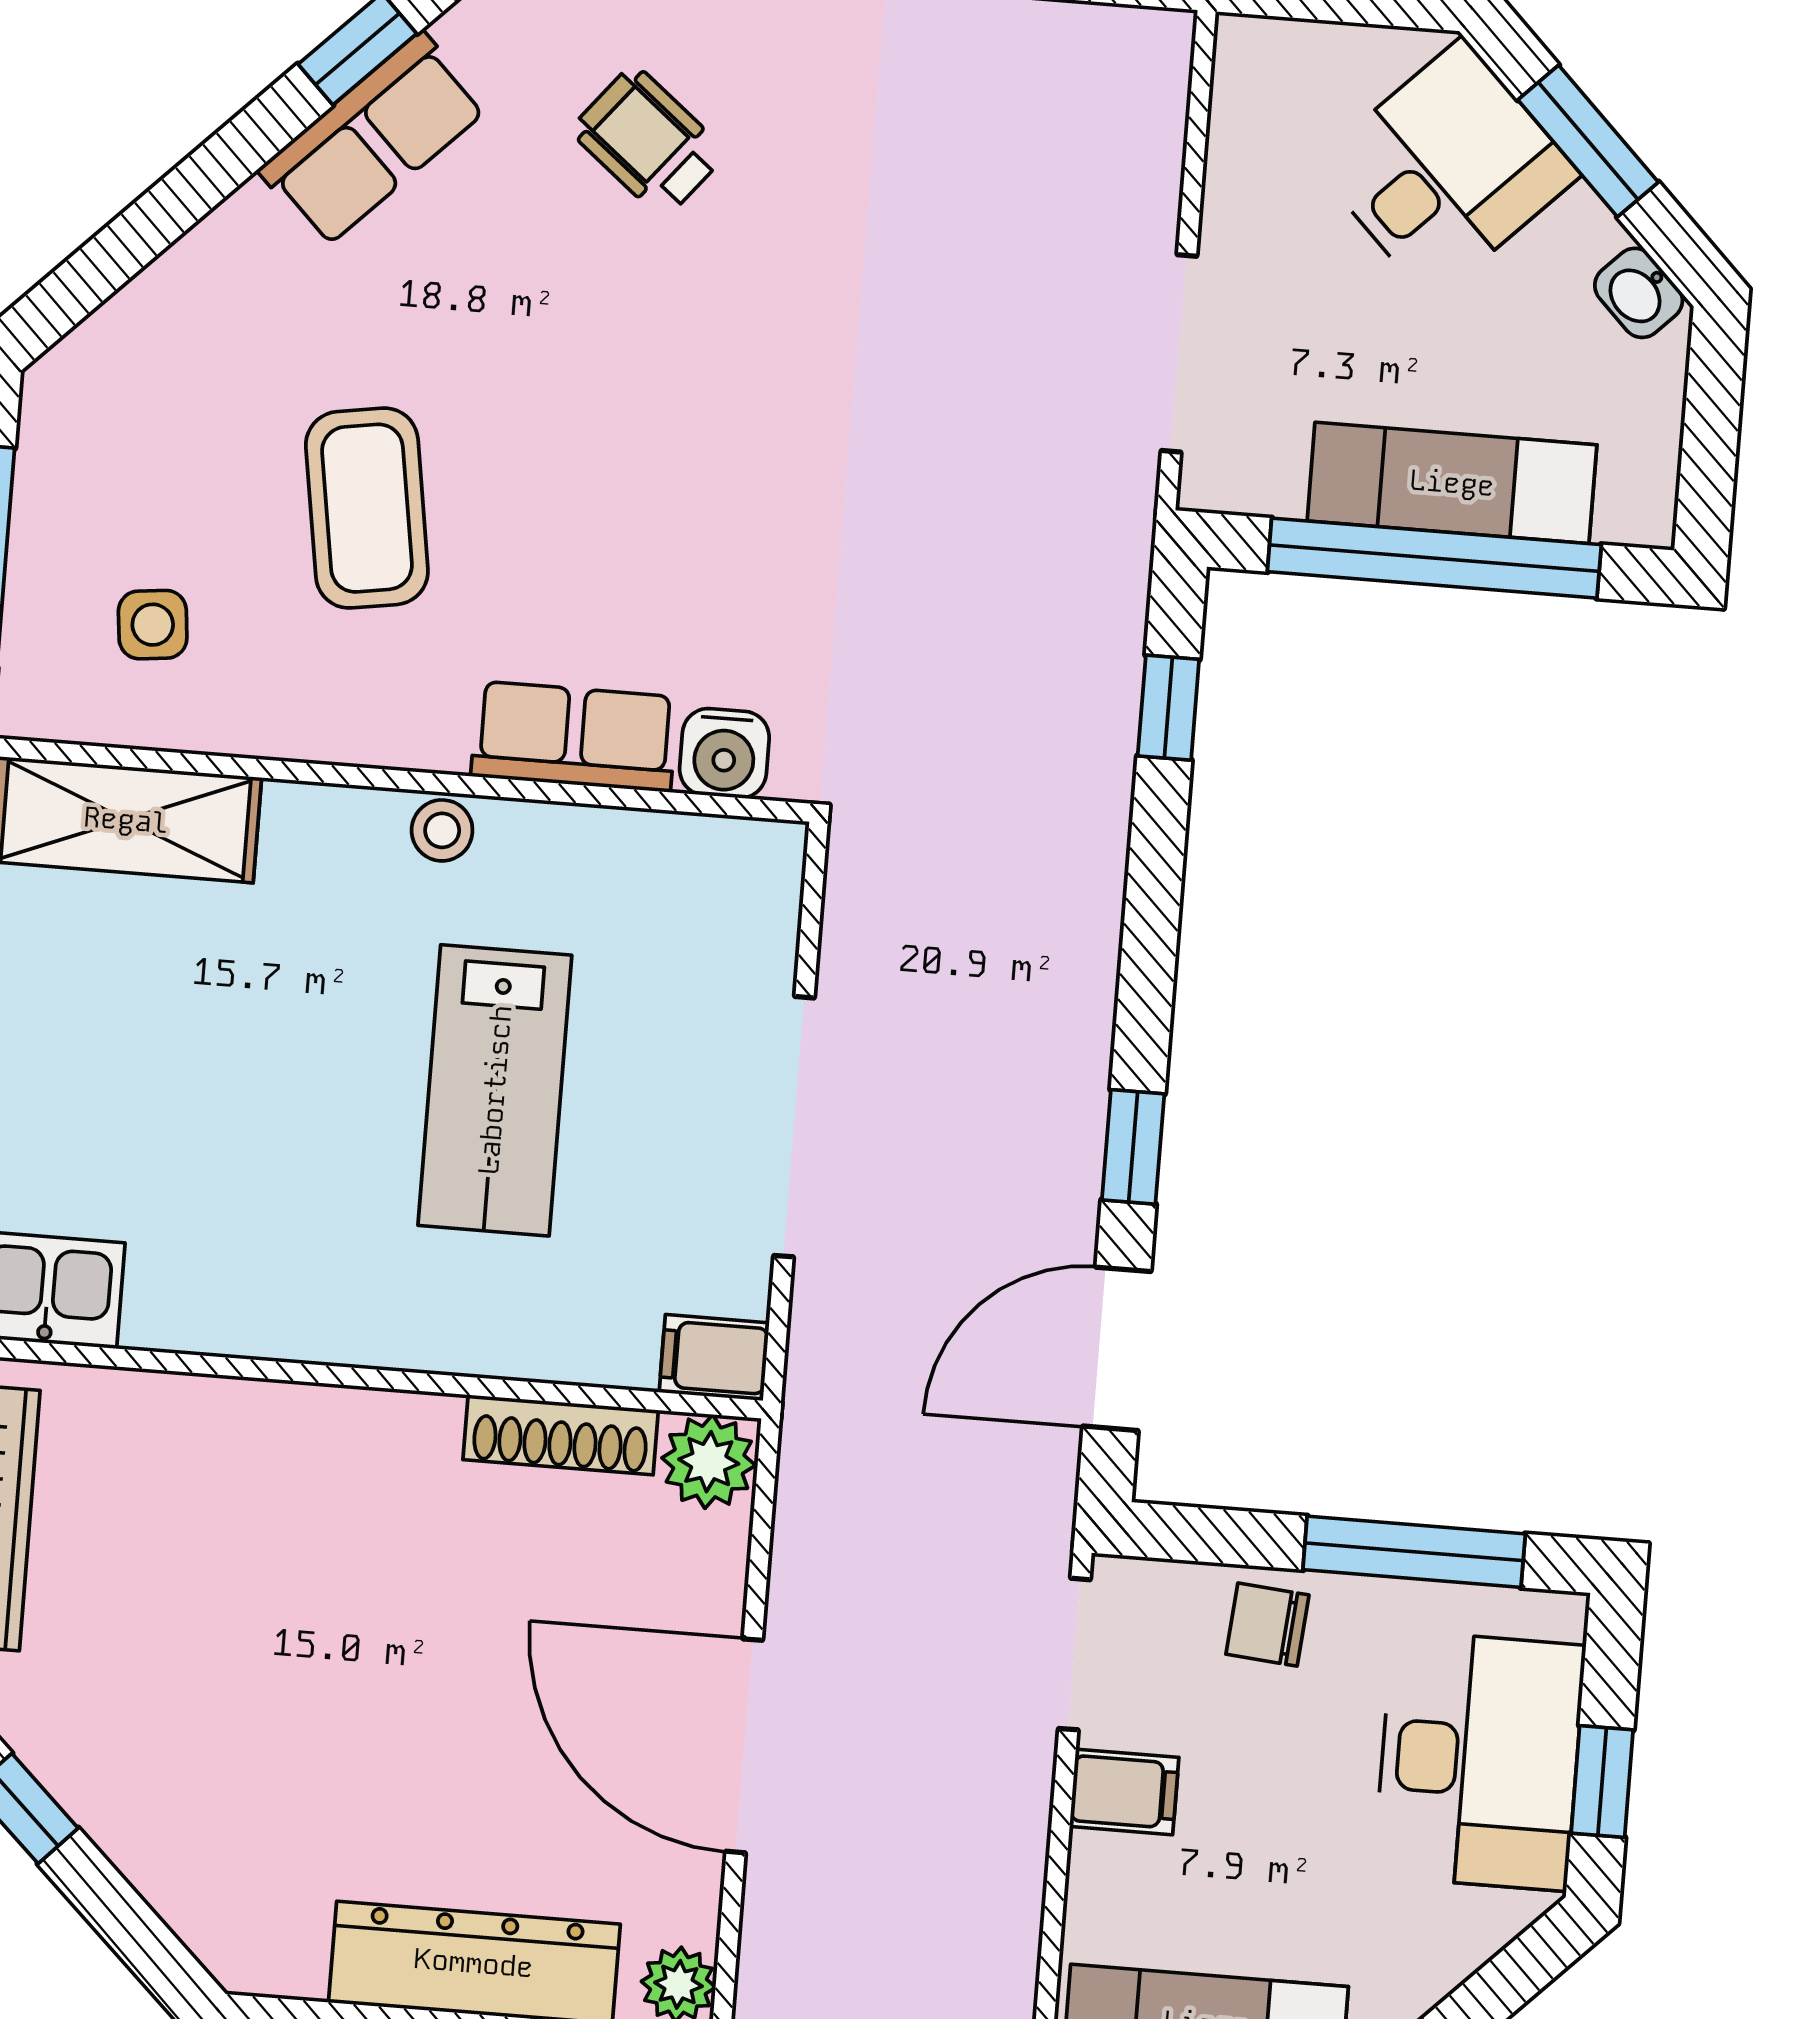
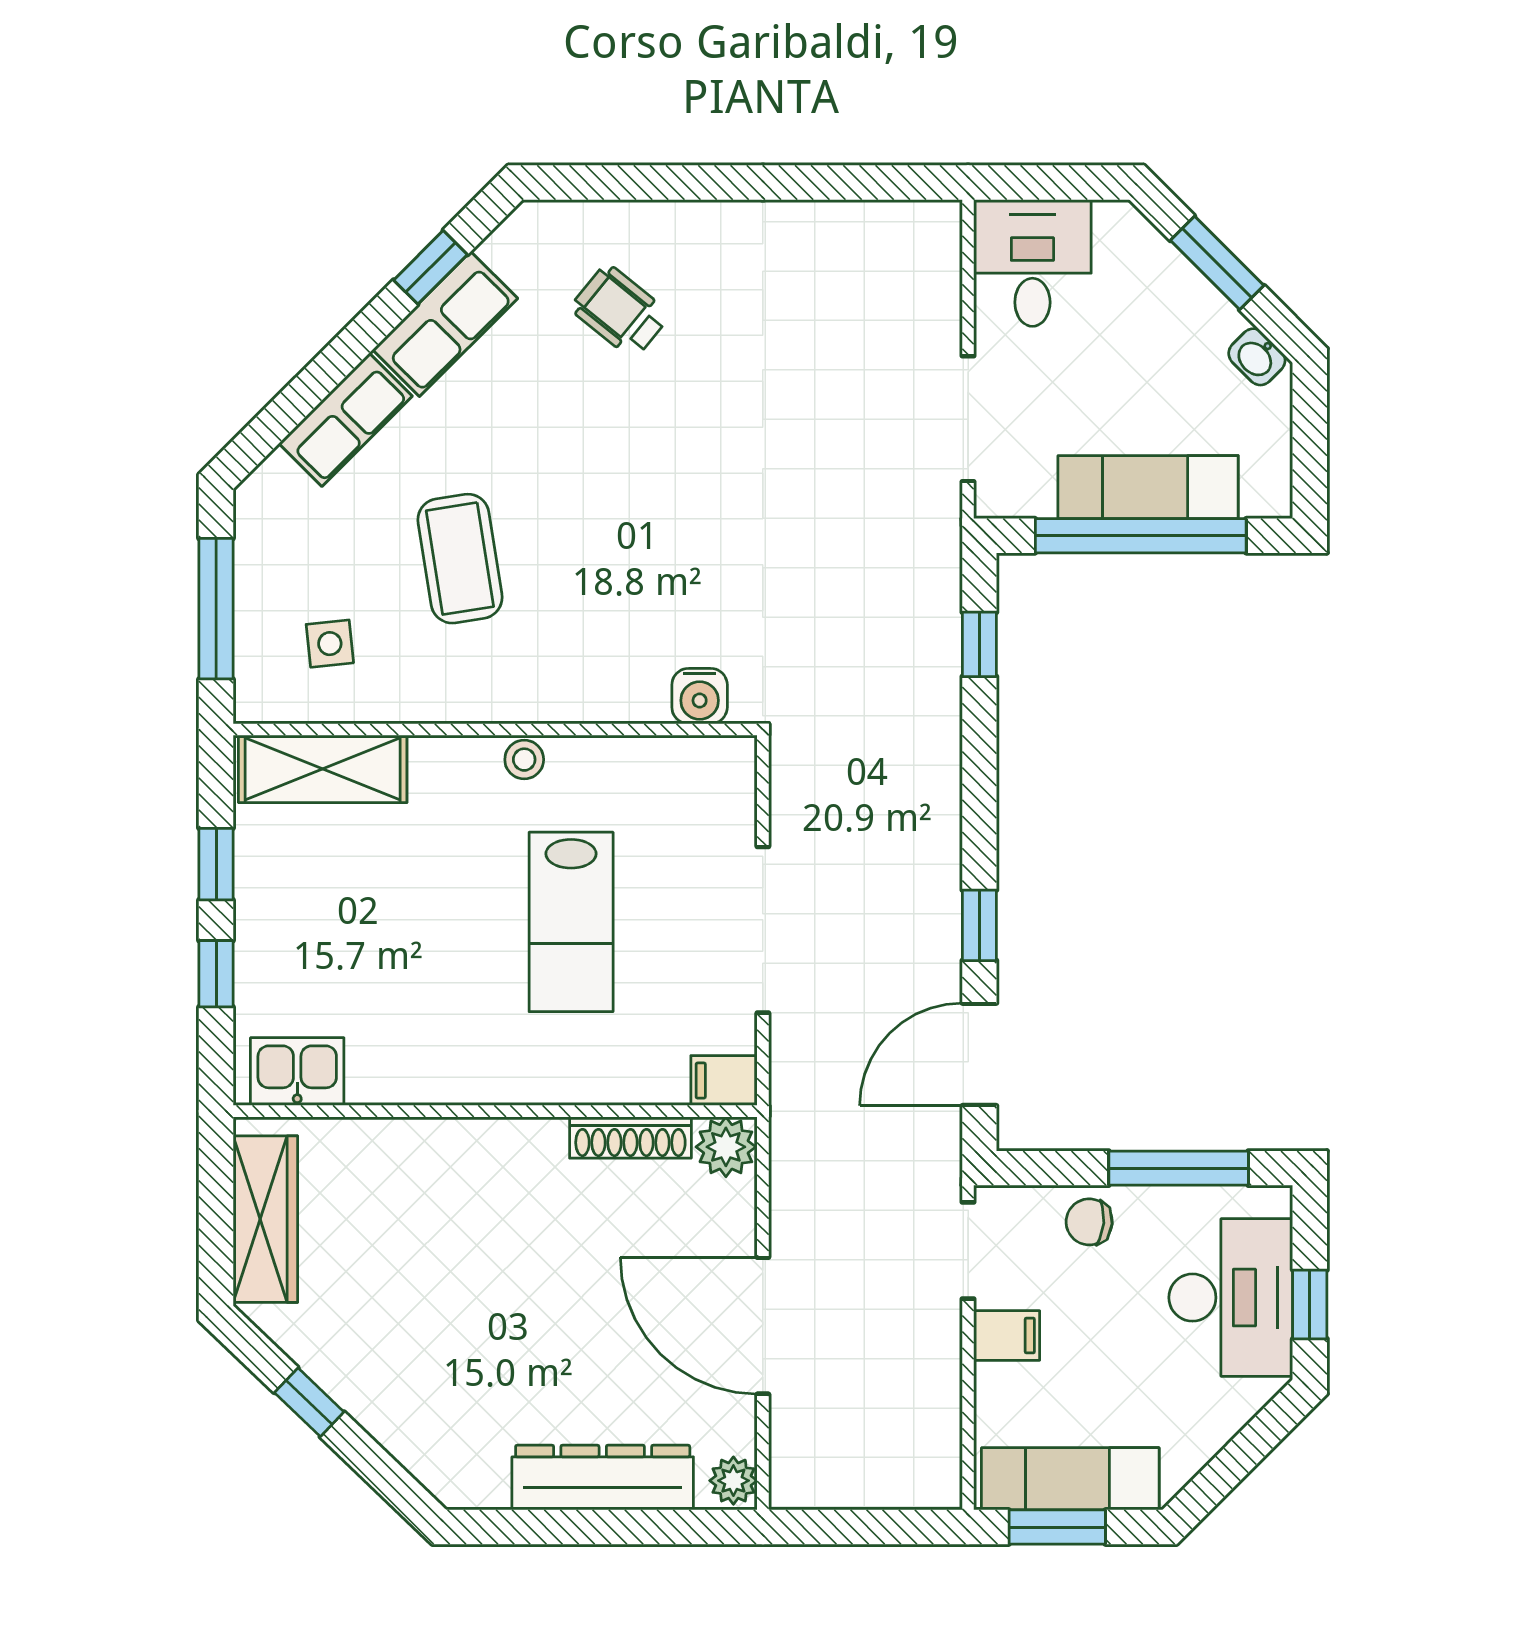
desk: (1447, 170) -> (1032, 263), moved, turned -45
row of seats: (574, 737) -> (346, 420), moved, turned 135

